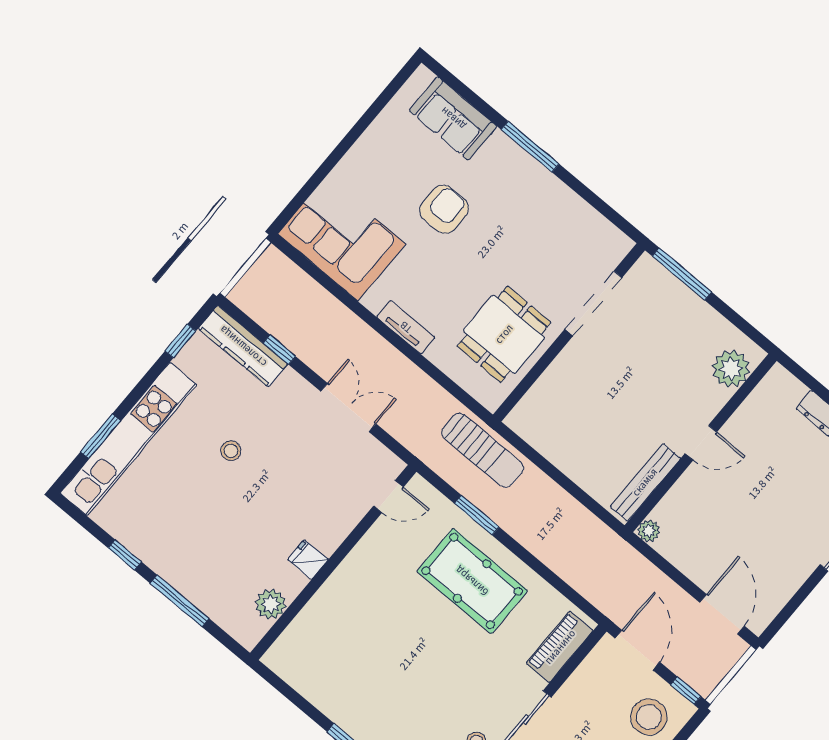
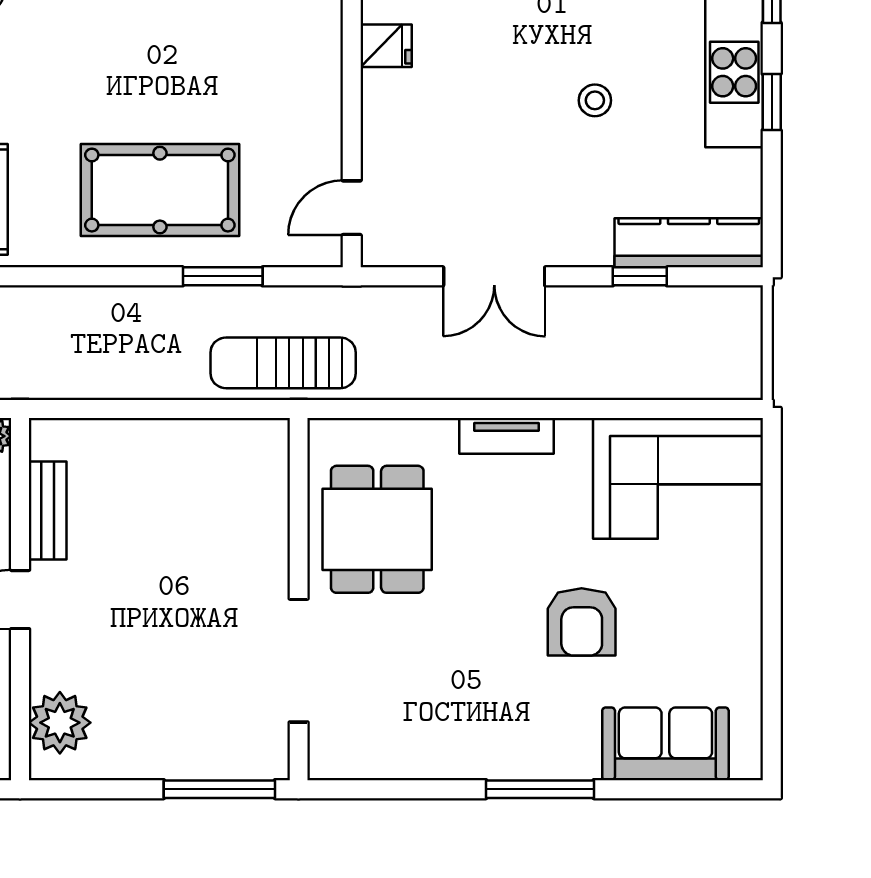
window: (180, 341) -> (772, 102), moved
bench: (645, 482) -> (48, 511), width x0.73

